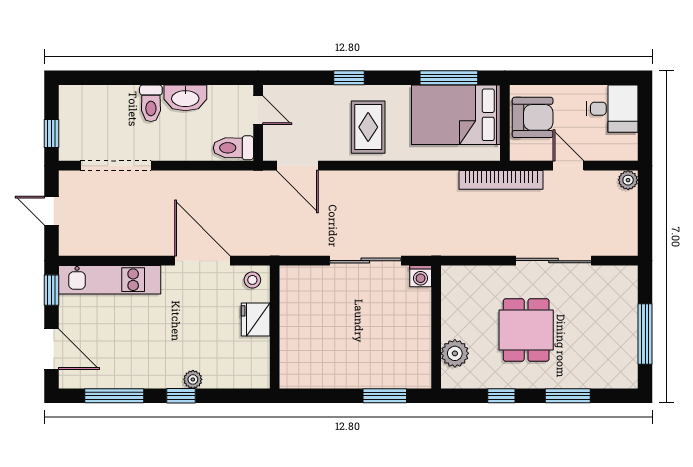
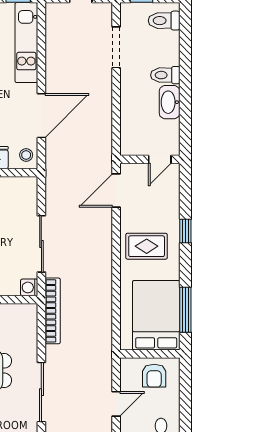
armchair: (533, 117) -> (154, 376), width x0.72, depth x0.72
toilet: (233, 148) -> (164, 21), moved, turned -90
doorway: (116, 166) -> (116, 47), width x0.73
bookcase: (501, 180) -> (53, 311), moved, turned 180

